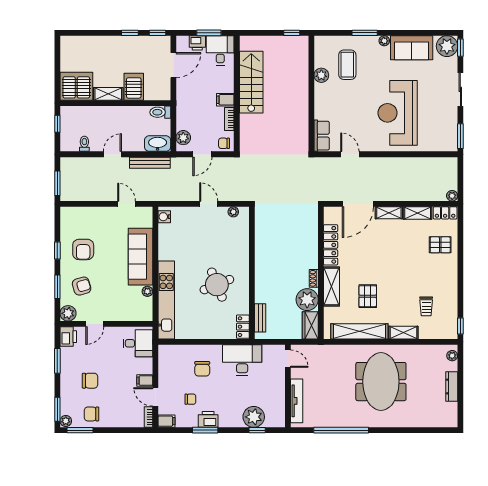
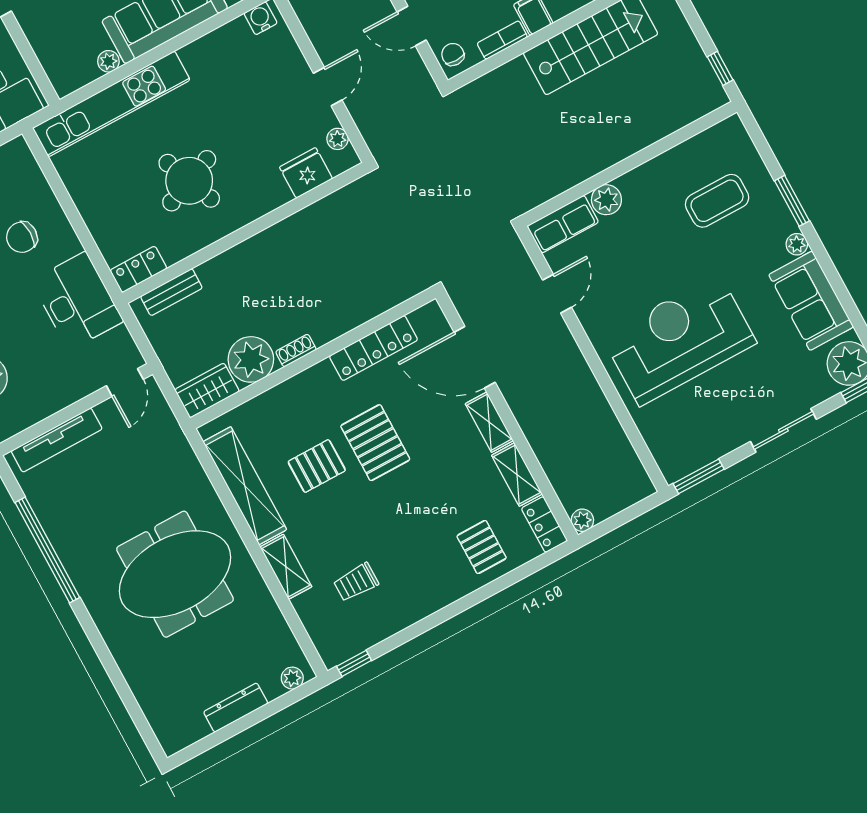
plant: (321, 75) -> (606, 200), moved
fridge: (240, 233) -> (306, 173), added
pallet: (371, 266) -> (375, 443), added
shelving: (332, 286) -> (299, 391), removed

